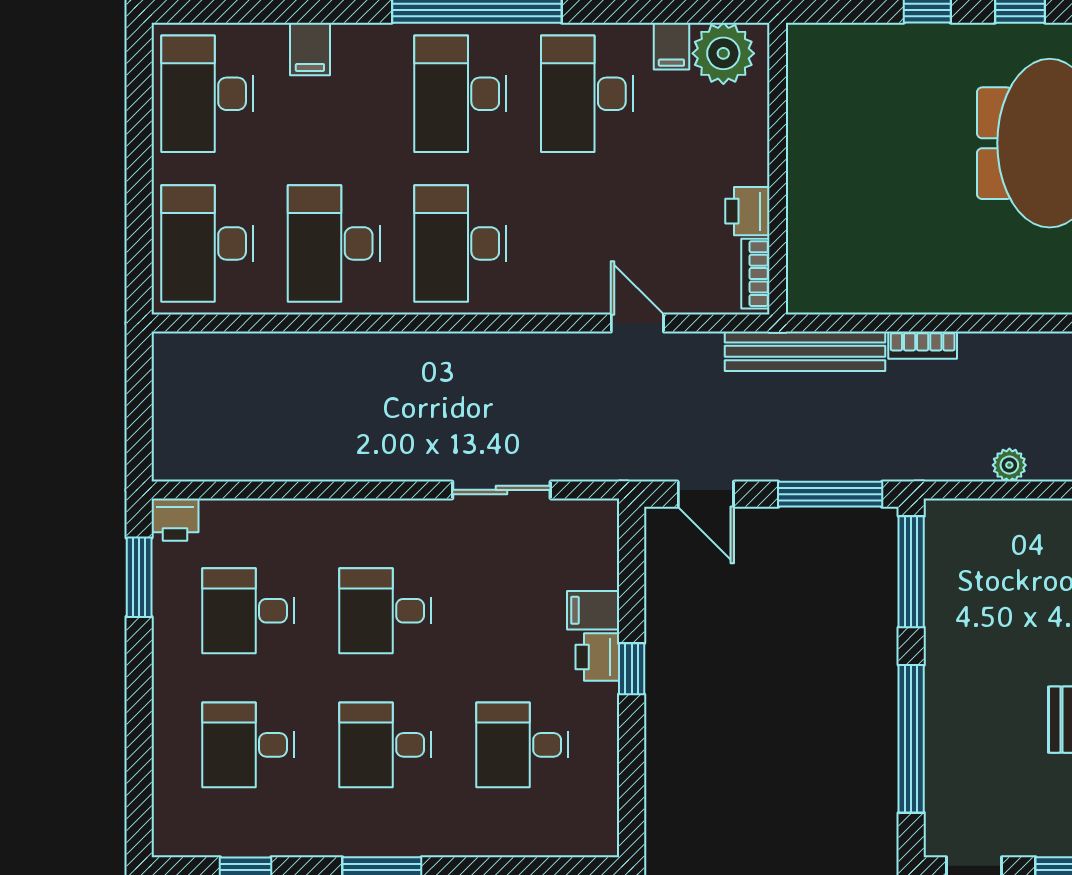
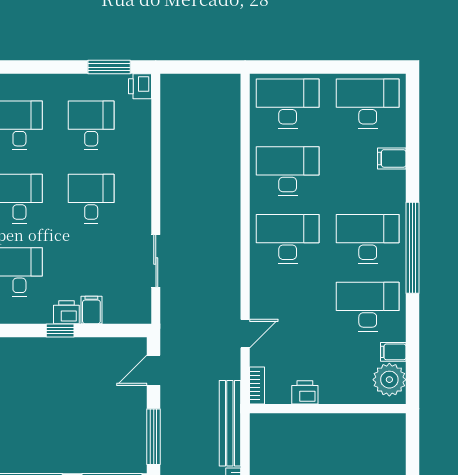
bookcase: (755, 274) -> (257, 386), moved, turned 90

